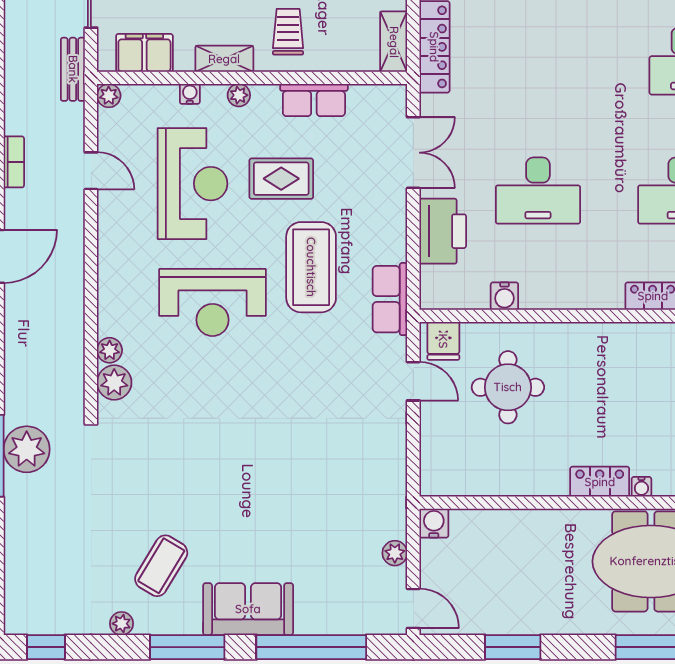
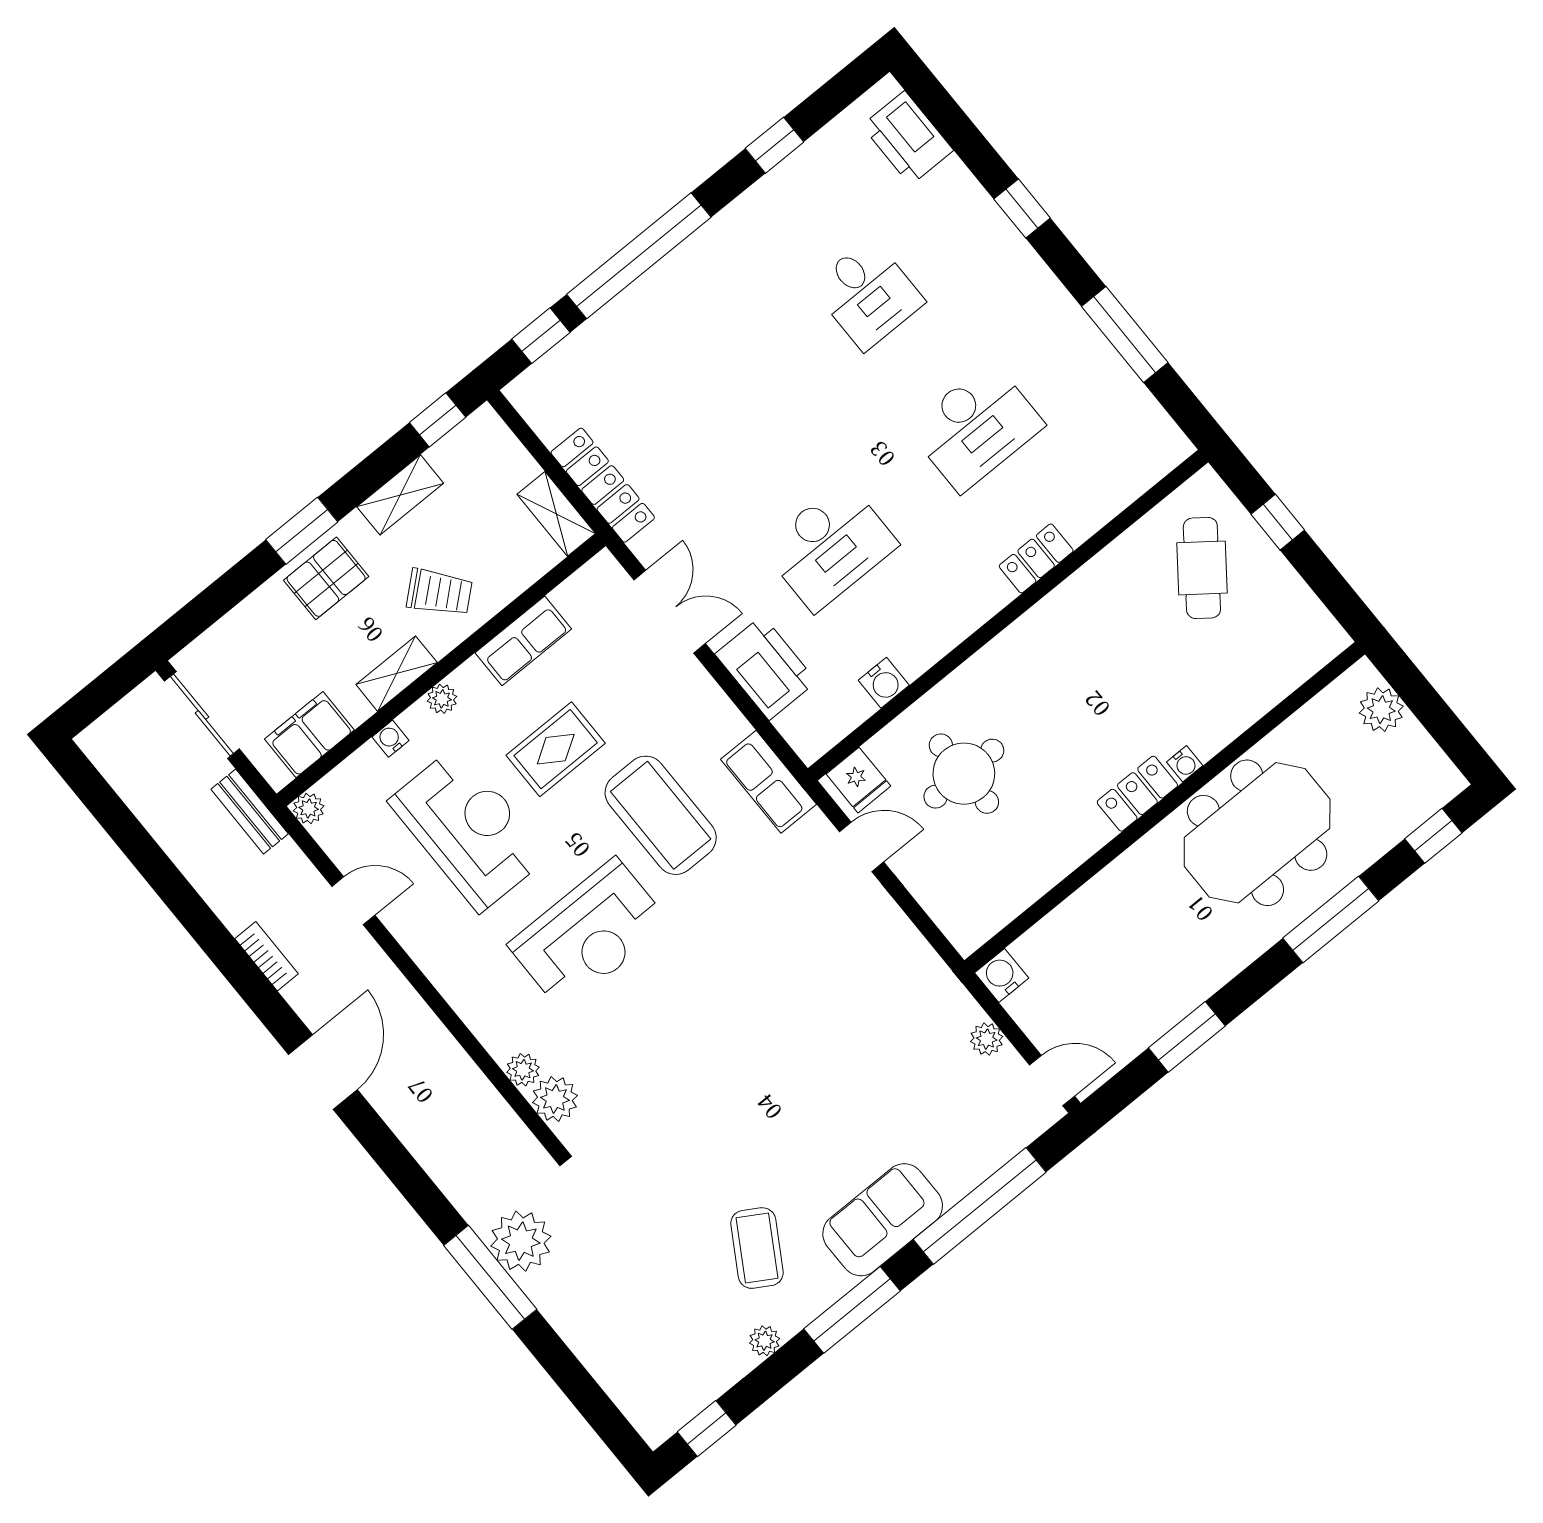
trolley: (288, 32) -> (439, 592), turned 139

